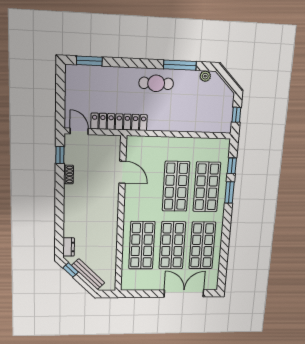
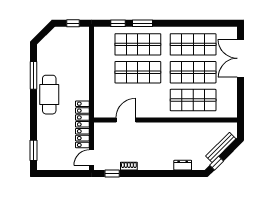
plant: (205, 76) -> (42, 53), removed
cafe table: (156, 83) -> (49, 95), width x1.37, depth x1.35
dresser: (69, 247) -> (183, 165), moved

